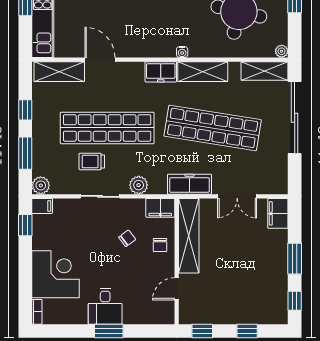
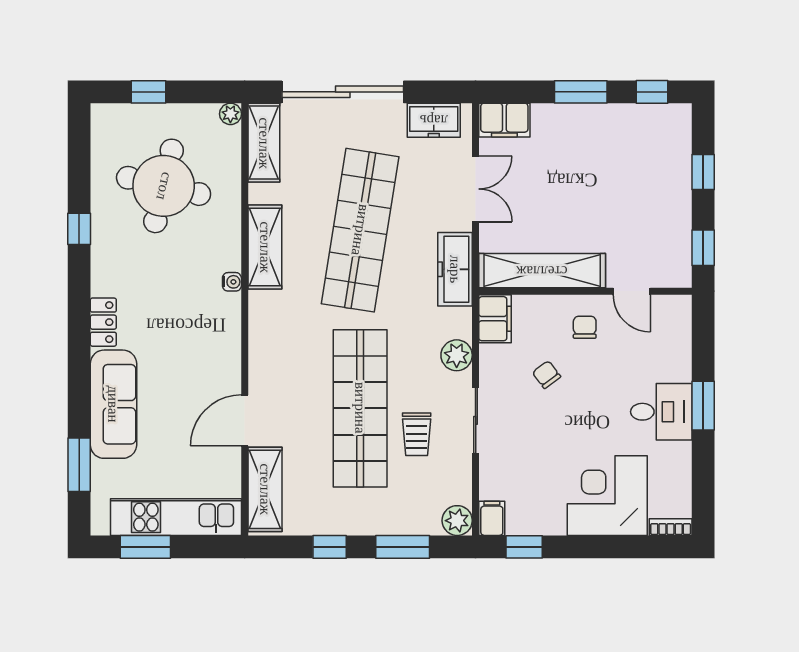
freezer: (161, 72) -> (434, 120), moved, turned 90
chair: (160, 245) -> (585, 327), moved, turned -90

